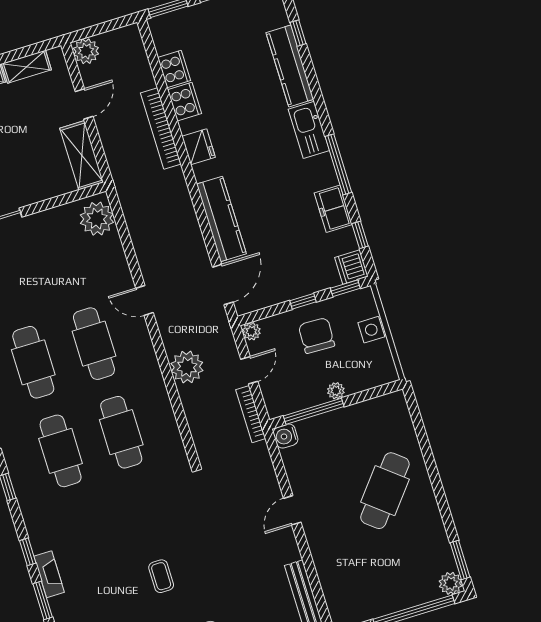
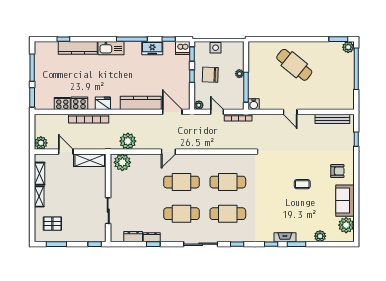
plant: (187, 367) -> (128, 141), moved

